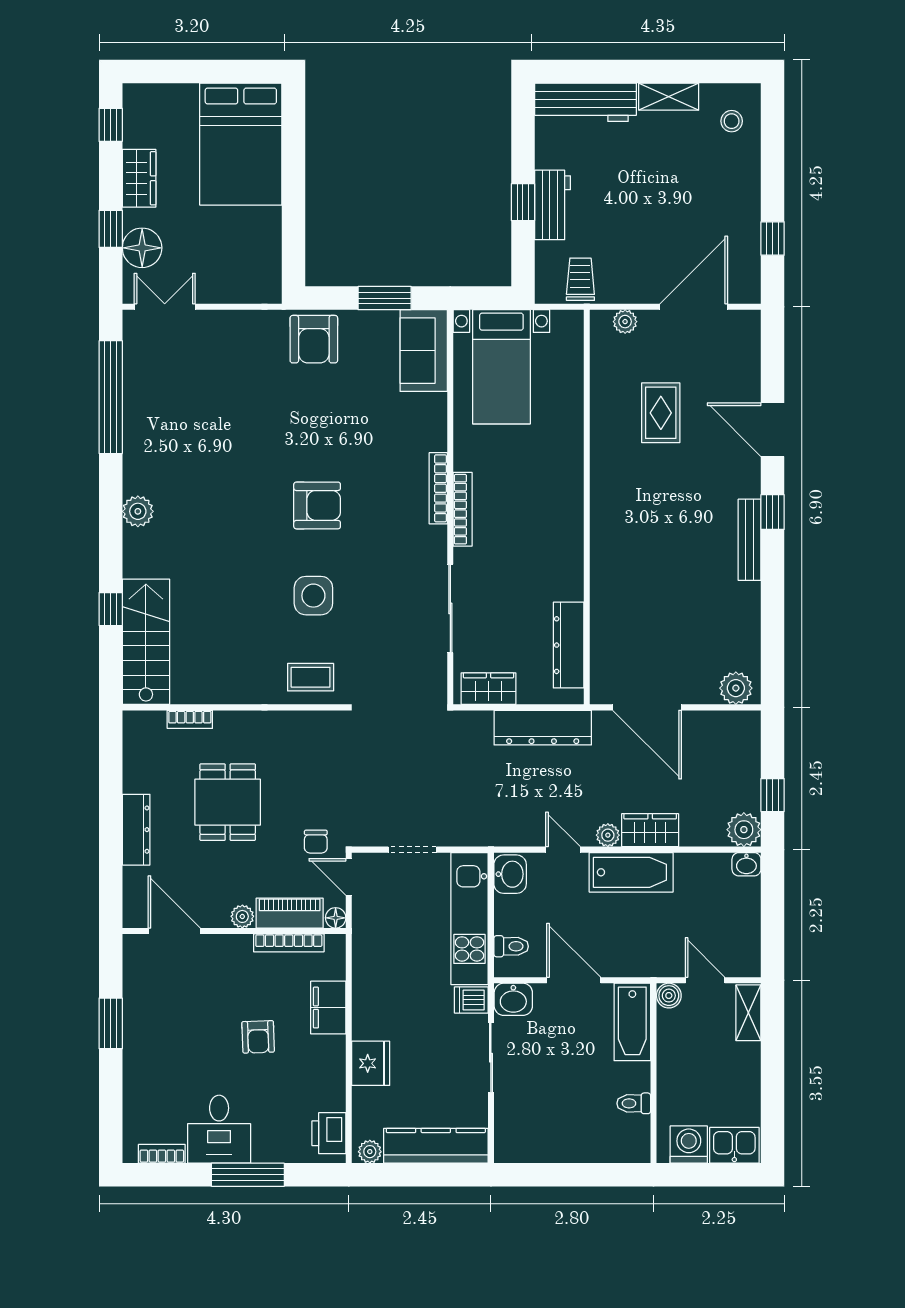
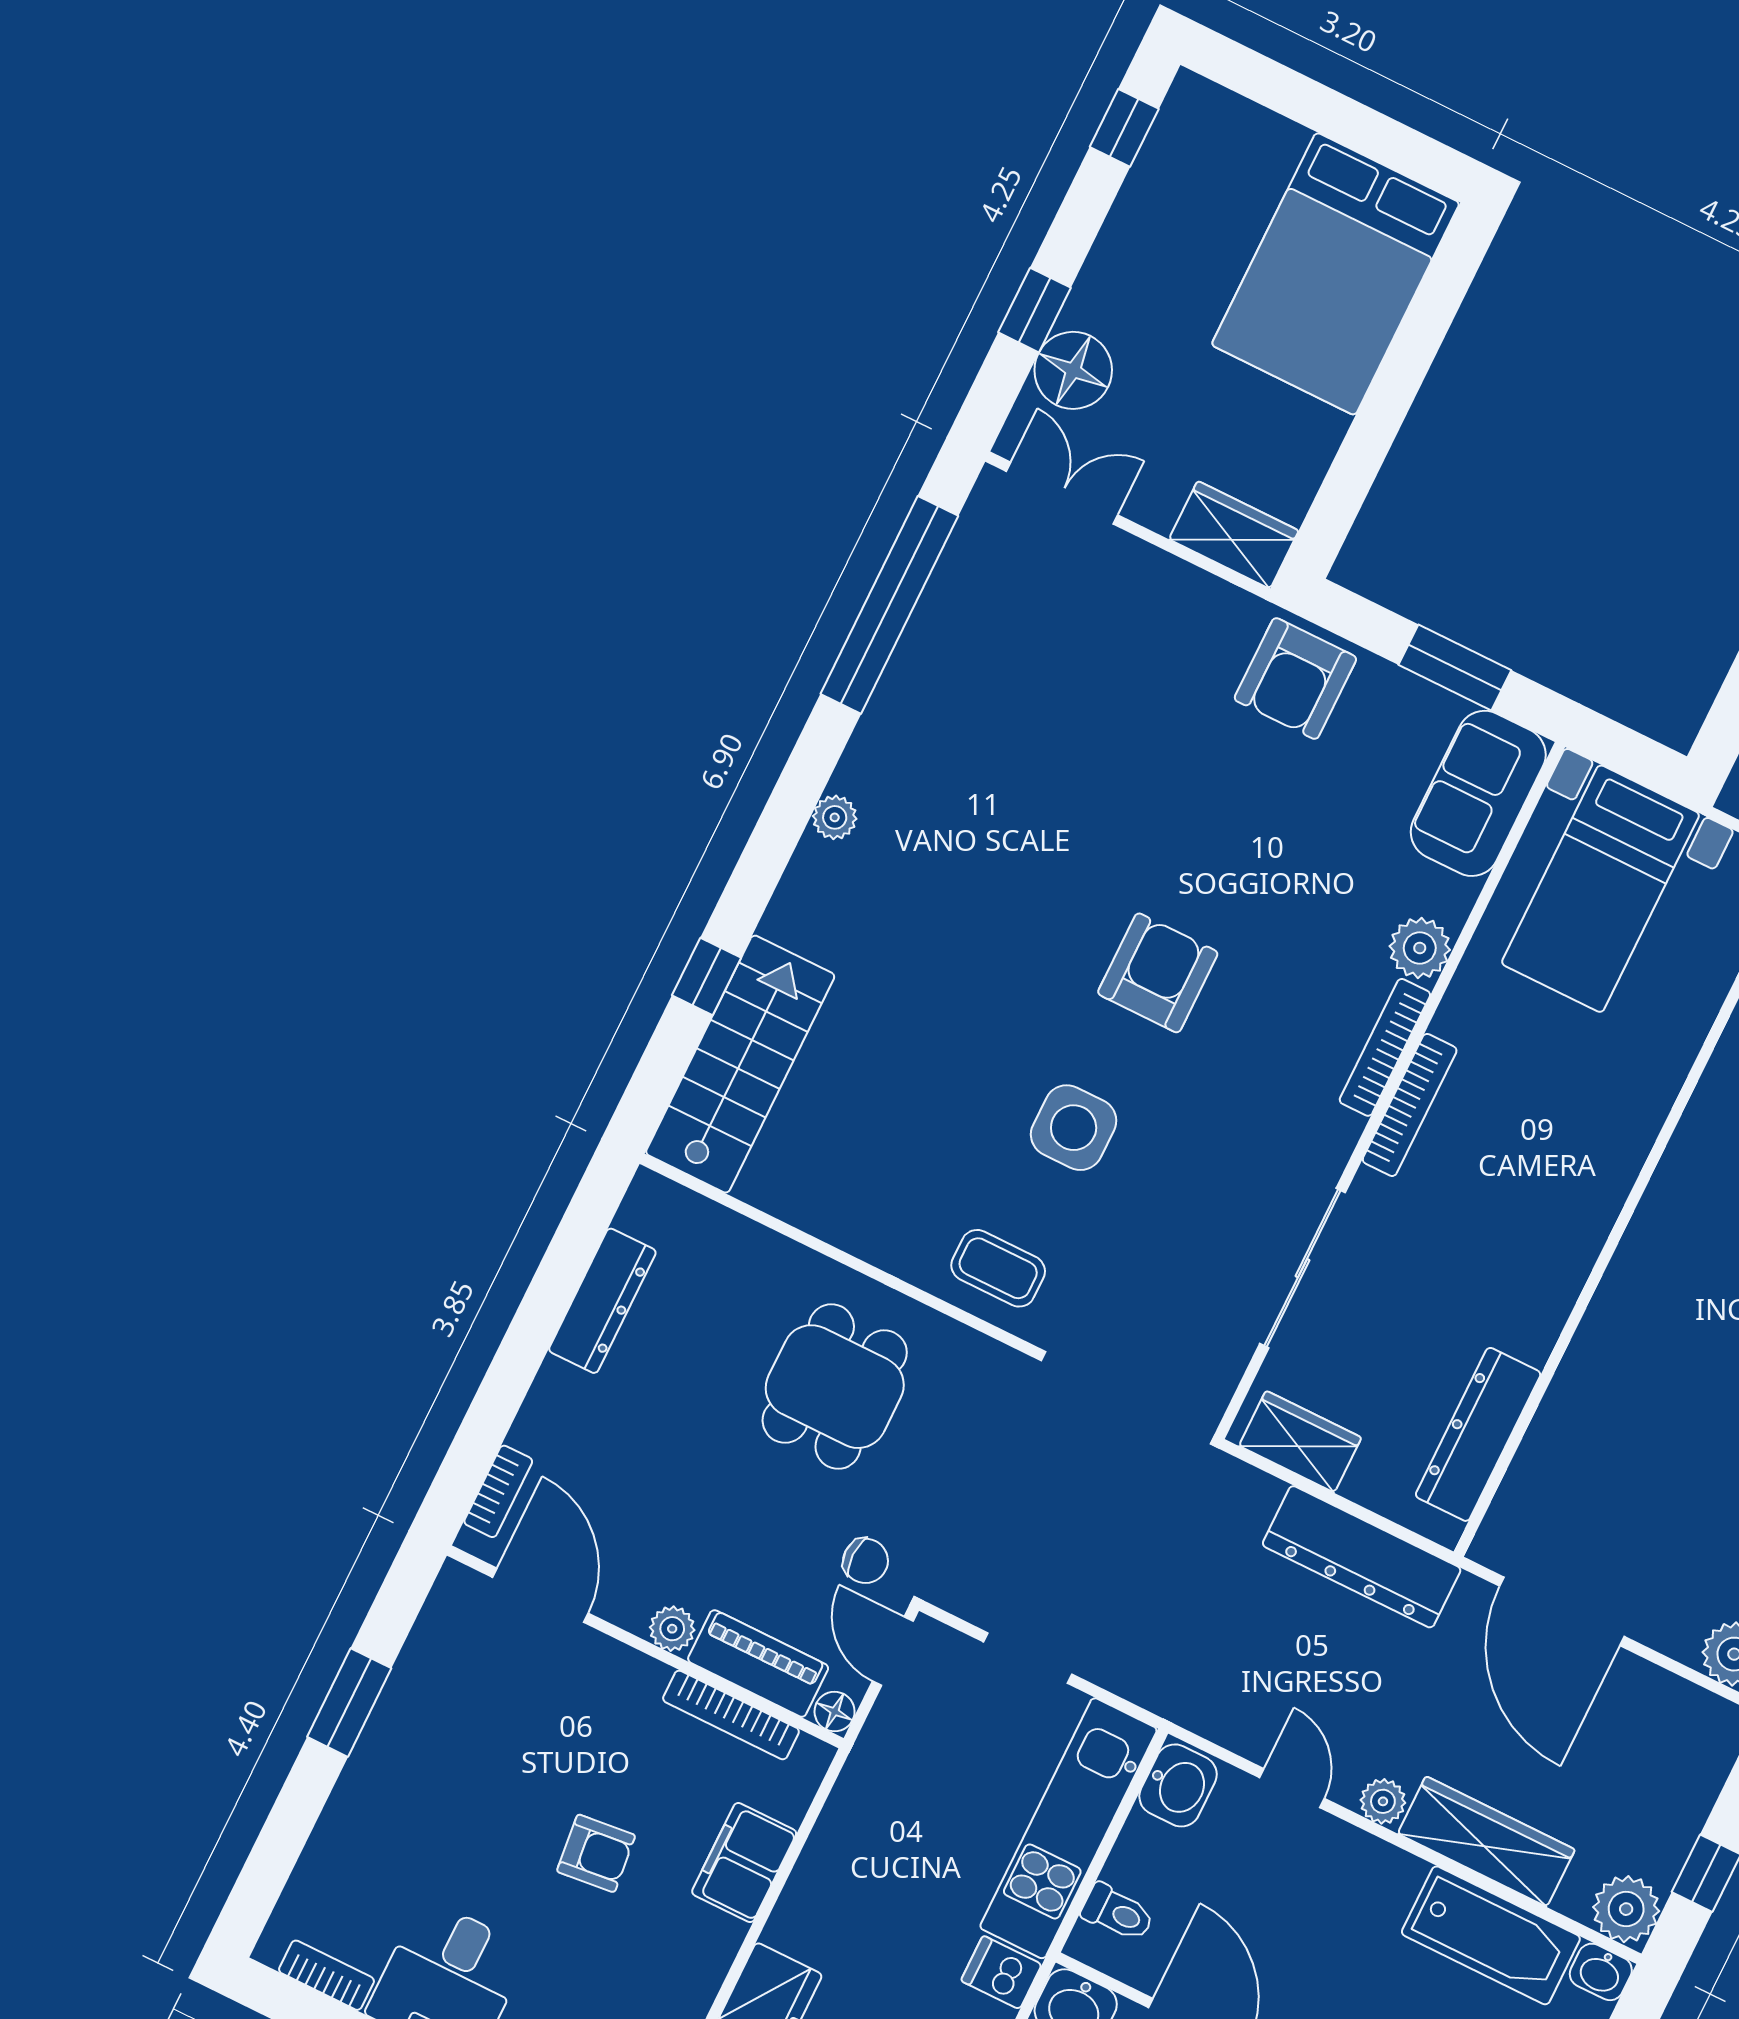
wardrobe: (139, 178) -> (1234, 535), moved, turned -90
plant: (432, 435) -> (1420, 948), added
armchair: (317, 505) -> (1158, 973), turned -90
plant: (138, 511) -> (835, 817), width x0.73, depth x0.73
bookcase: (190, 719) -> (498, 1491), moved, turned -90
dining table: (228, 802) -> (835, 1387), moved
dresser: (136, 830) -> (602, 1301), moved
wardrobe: (650, 830) -> (1486, 1842), width x1.50
chair: (316, 842) -> (866, 1561), turned -90
bathtub: (631, 872) -> (1491, 1935), moved
armchair: (258, 1037) -> (596, 1853), turned -94

